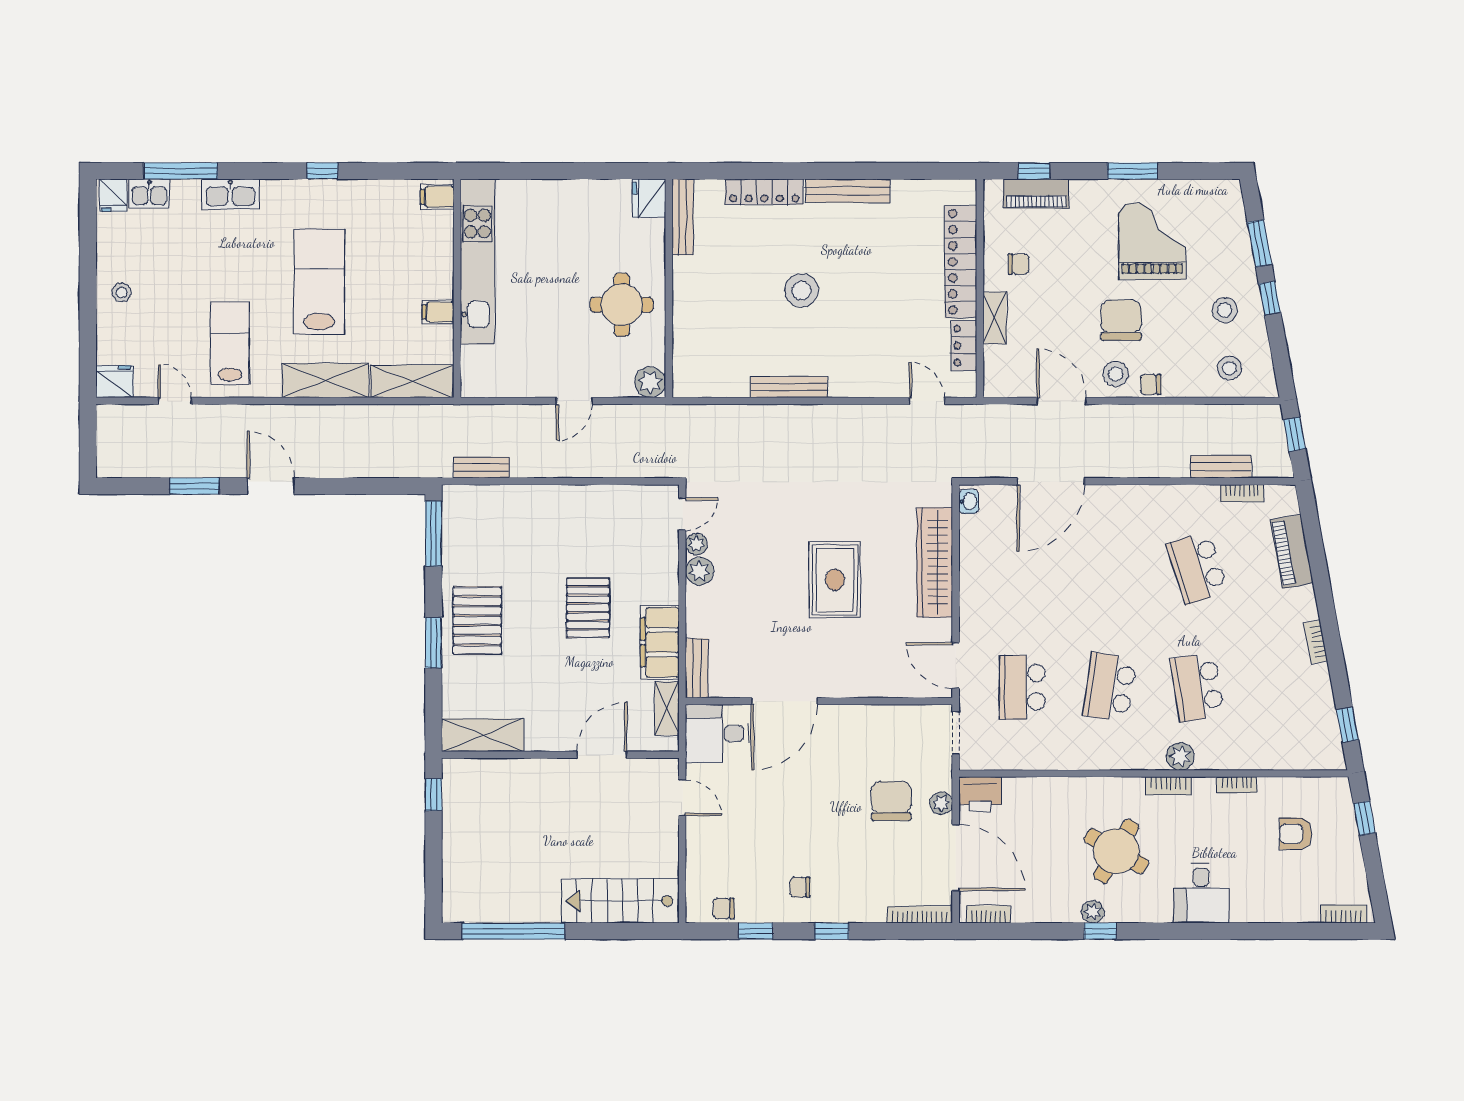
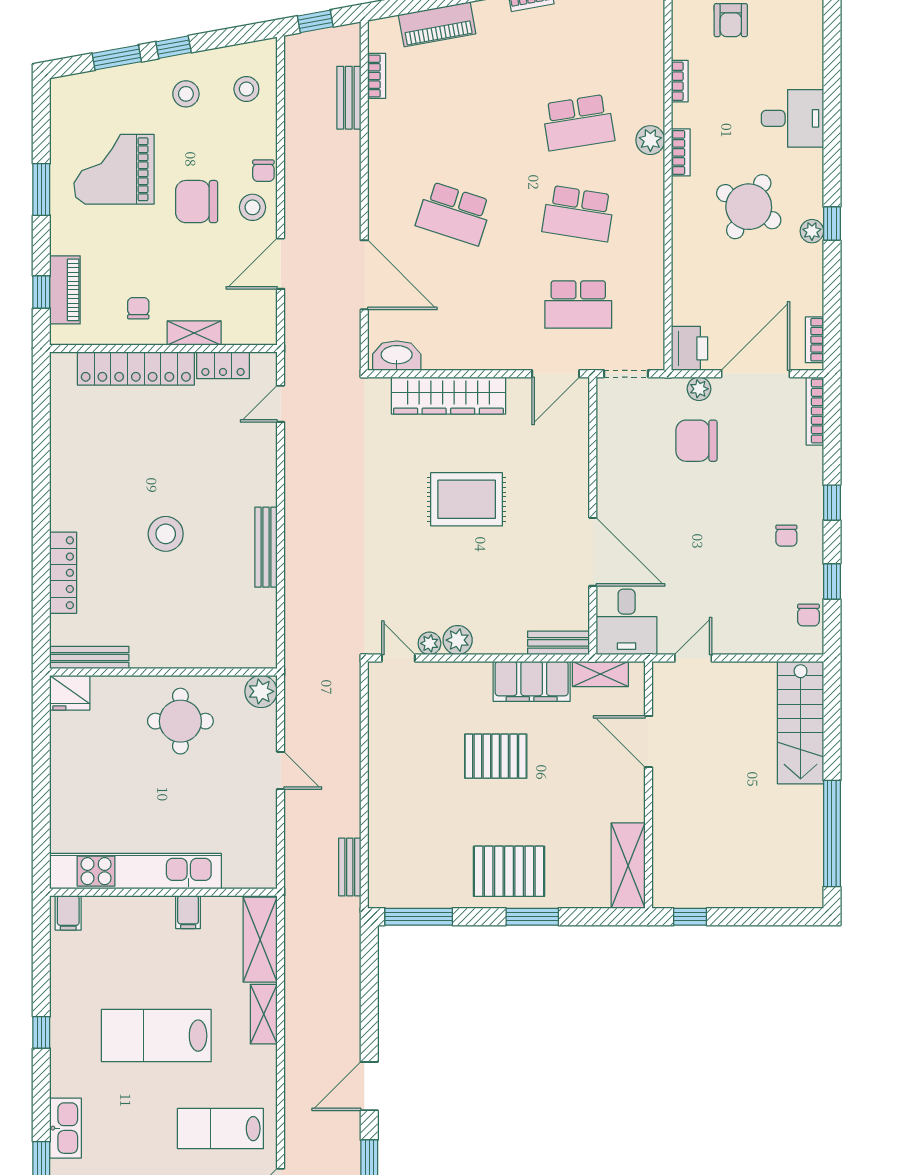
bench: (848, 191) -> (62, 486), removed
shelving: (326, 381) -> (264, 1014), width x0.67, depth x0.75
washbasin: (969, 501) -> (397, 356), width x1.91, depth x1.45
school desk: (1197, 568) -> (454, 213), moved, turned 36

